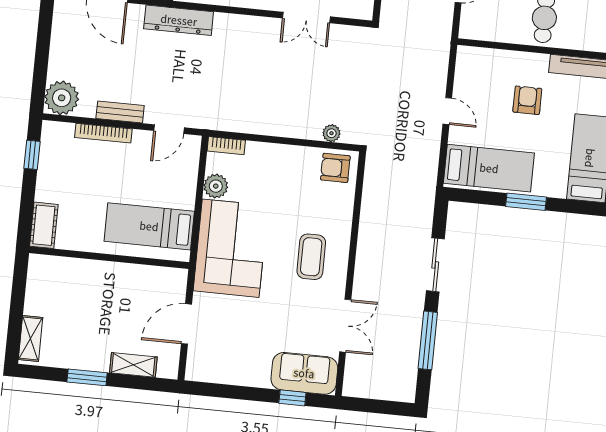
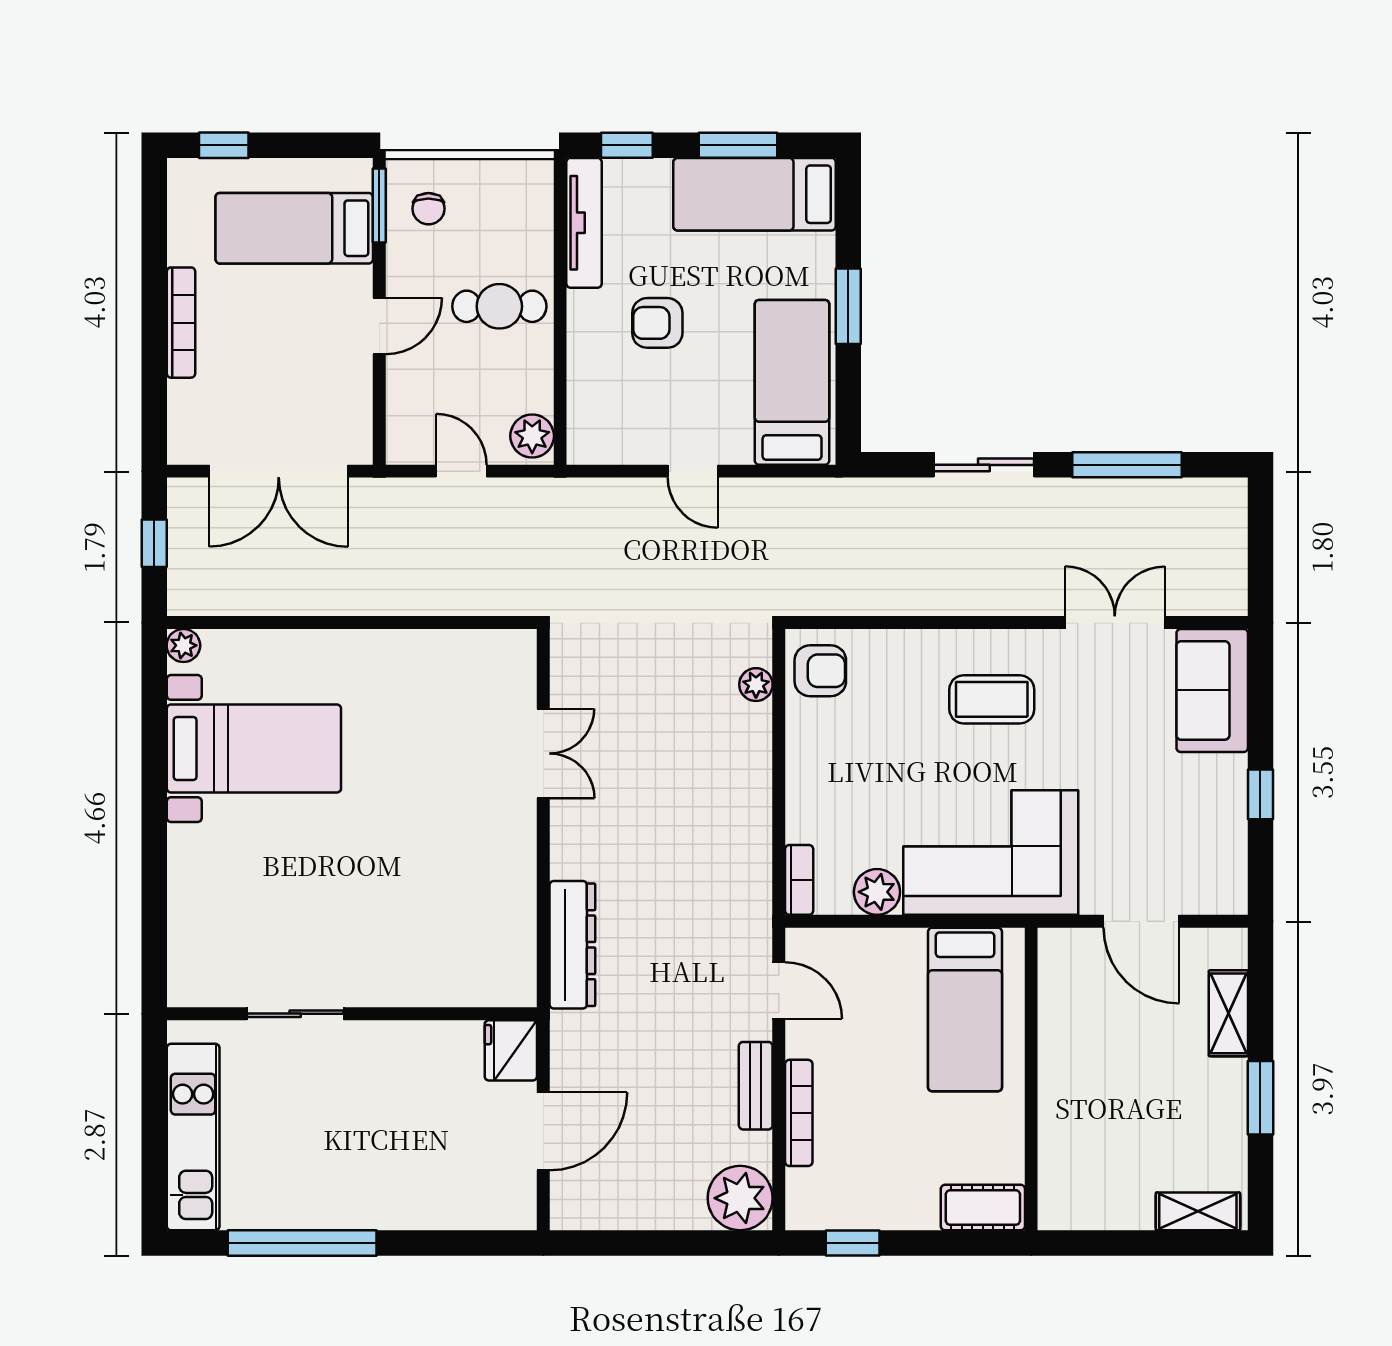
dresser: (179, 20) -> (572, 945), moved
plant: (474, 28) -> (532, 436), added
door: (447, 111) -> (693, 471), swing flipped
armchair: (335, 168) -> (820, 671), turned -90
window: (292, 398) -> (1260, 794), moved

